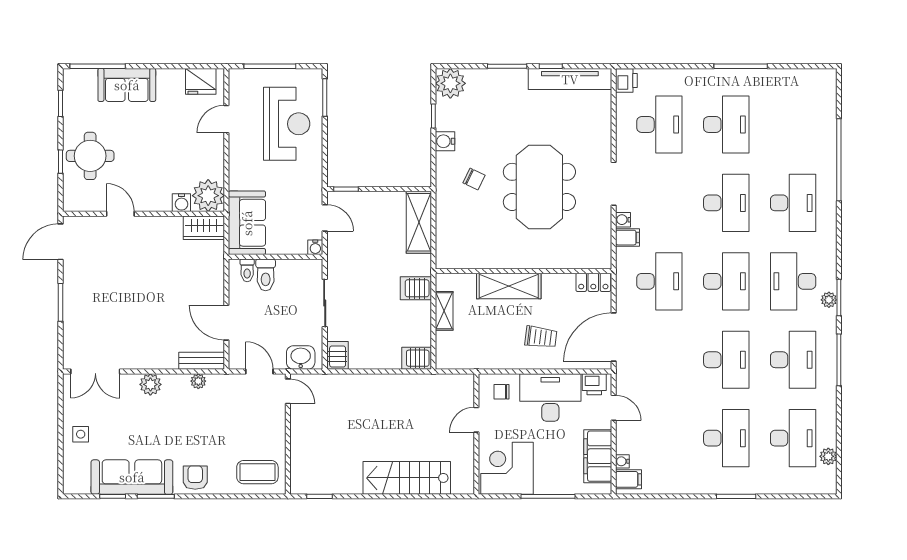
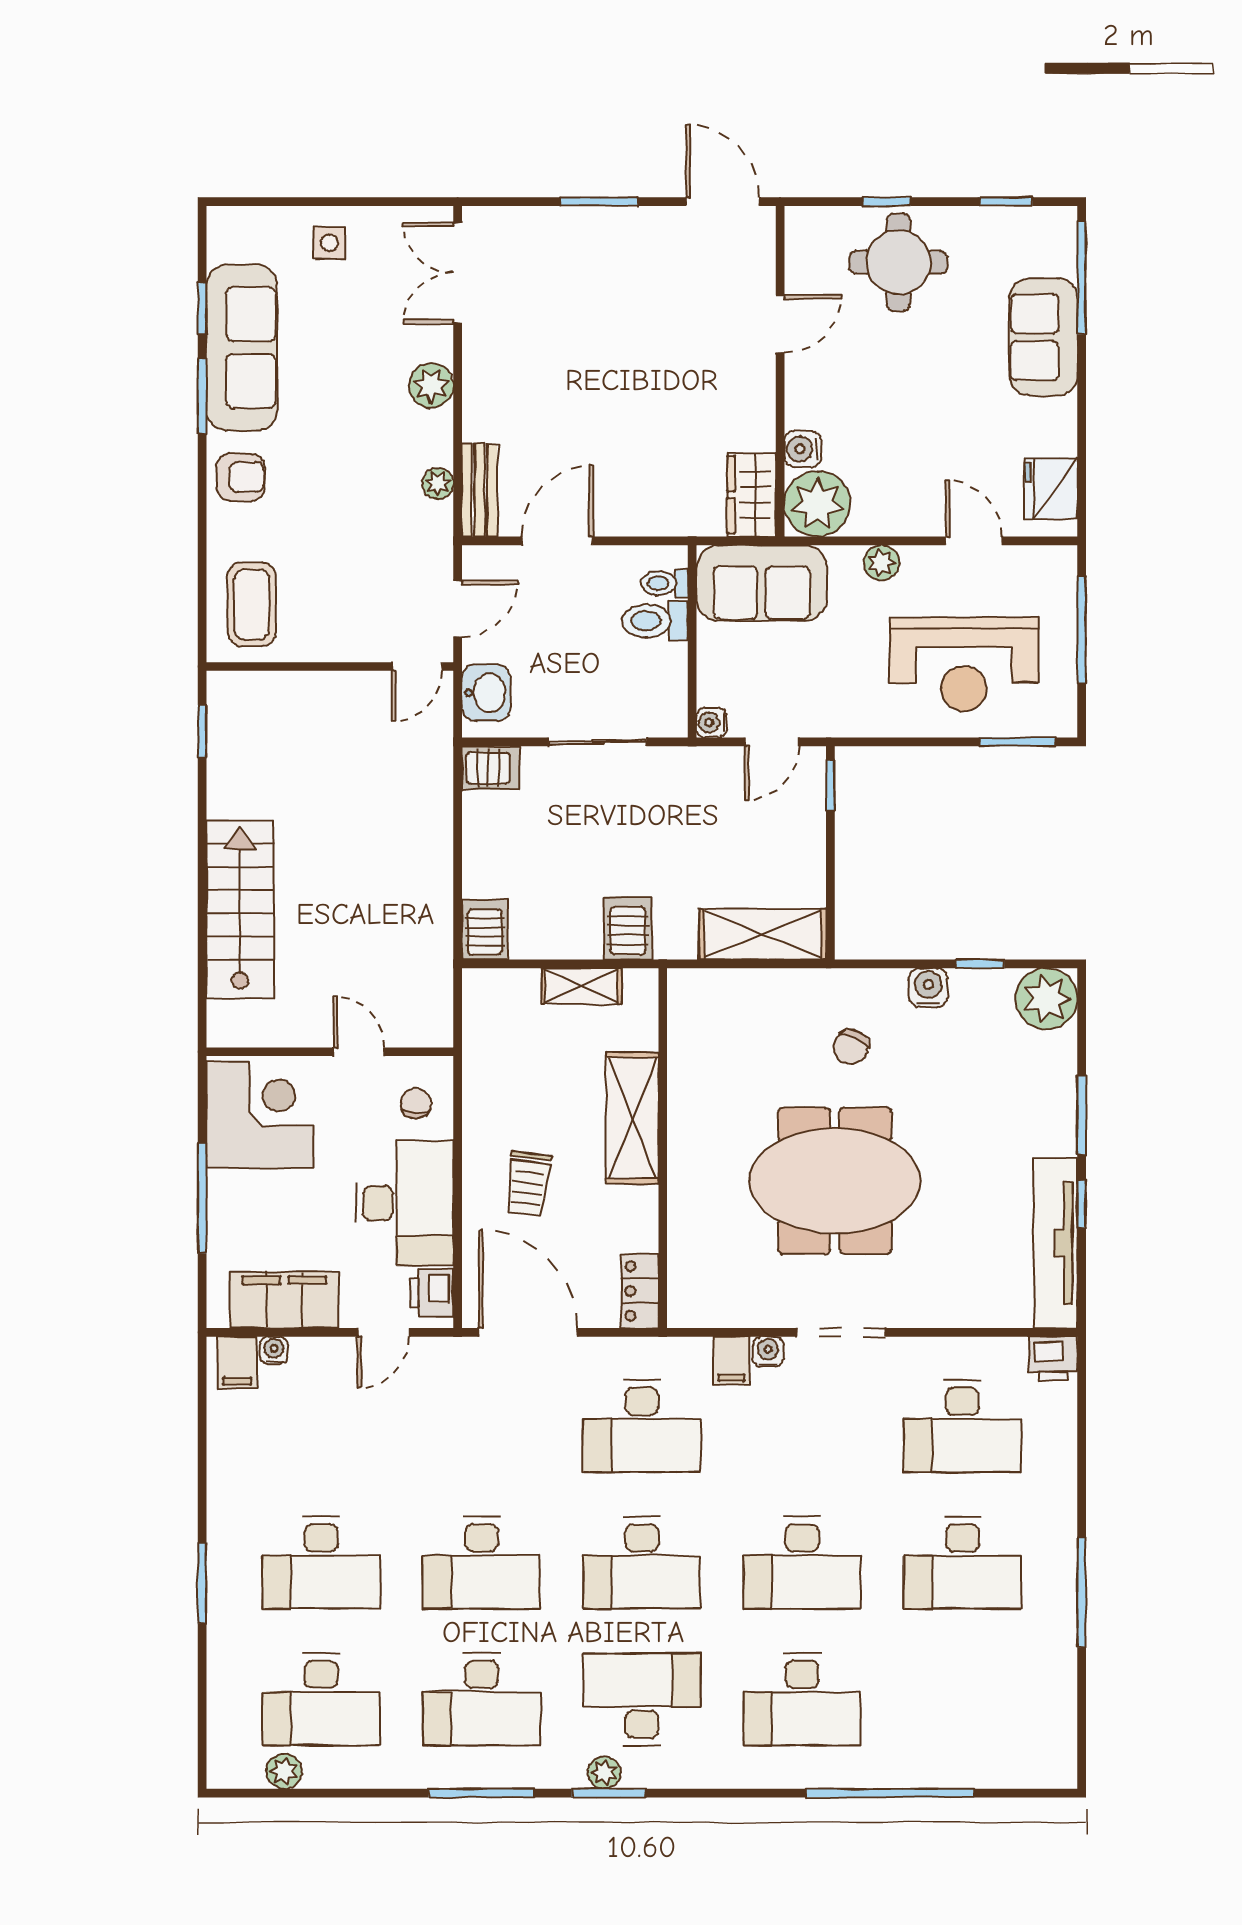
plant: (237, 164) -> (881, 563), added

